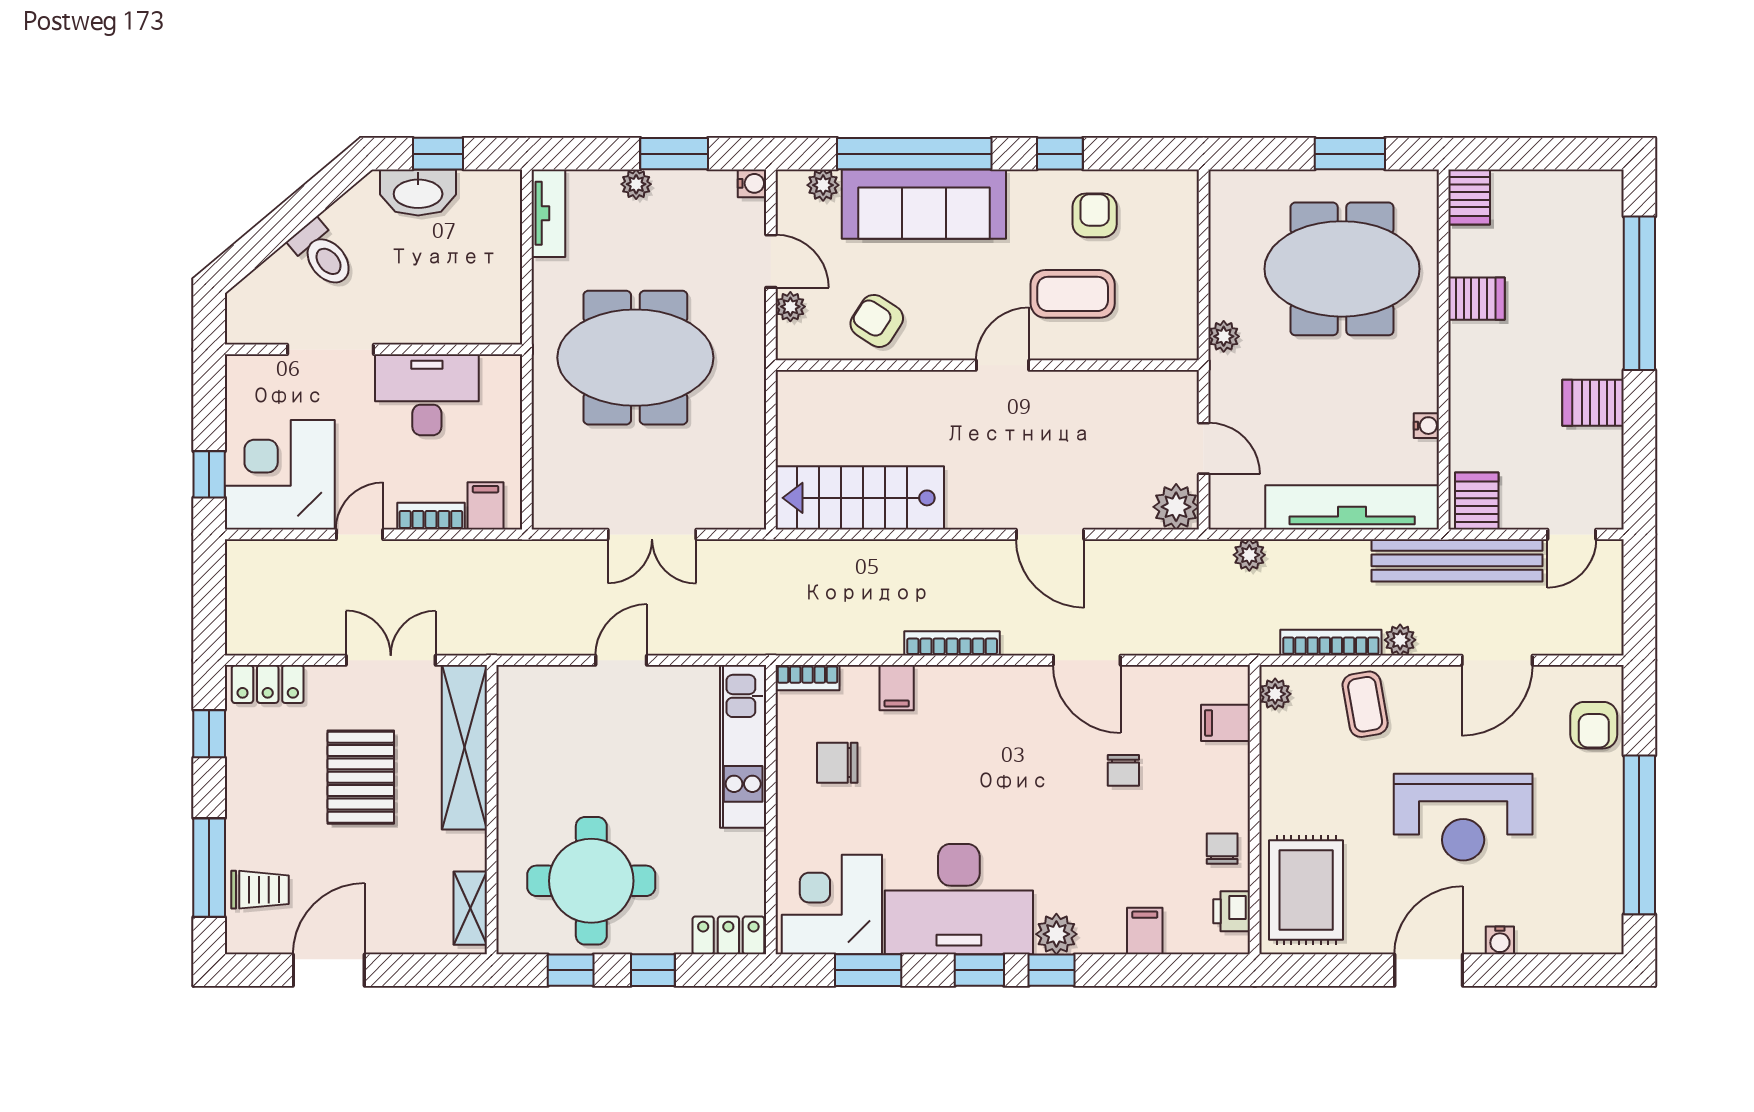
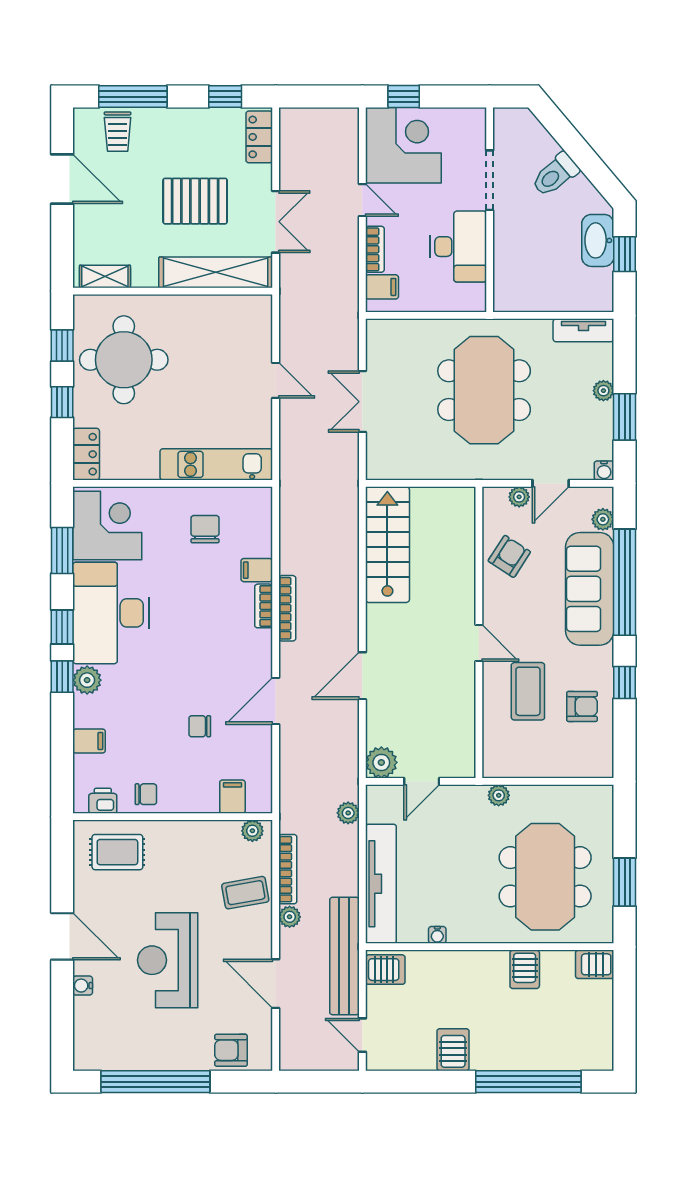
bookcase: (808, 678) -> (264, 606), moved
rug: (1306, 890) -> (117, 852), width x0.73, depth x0.70

